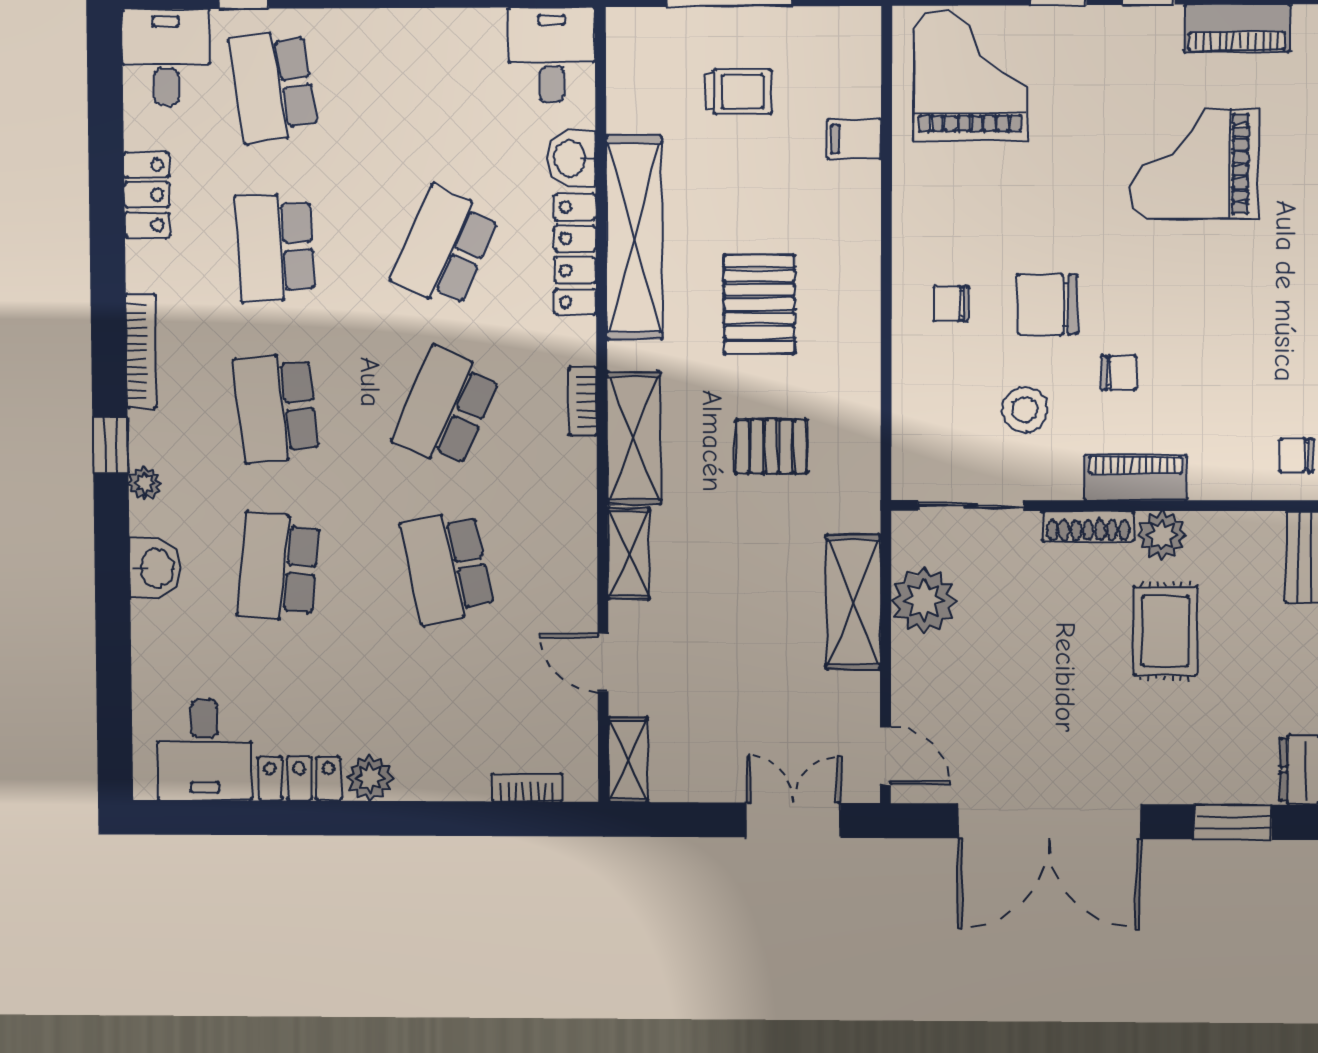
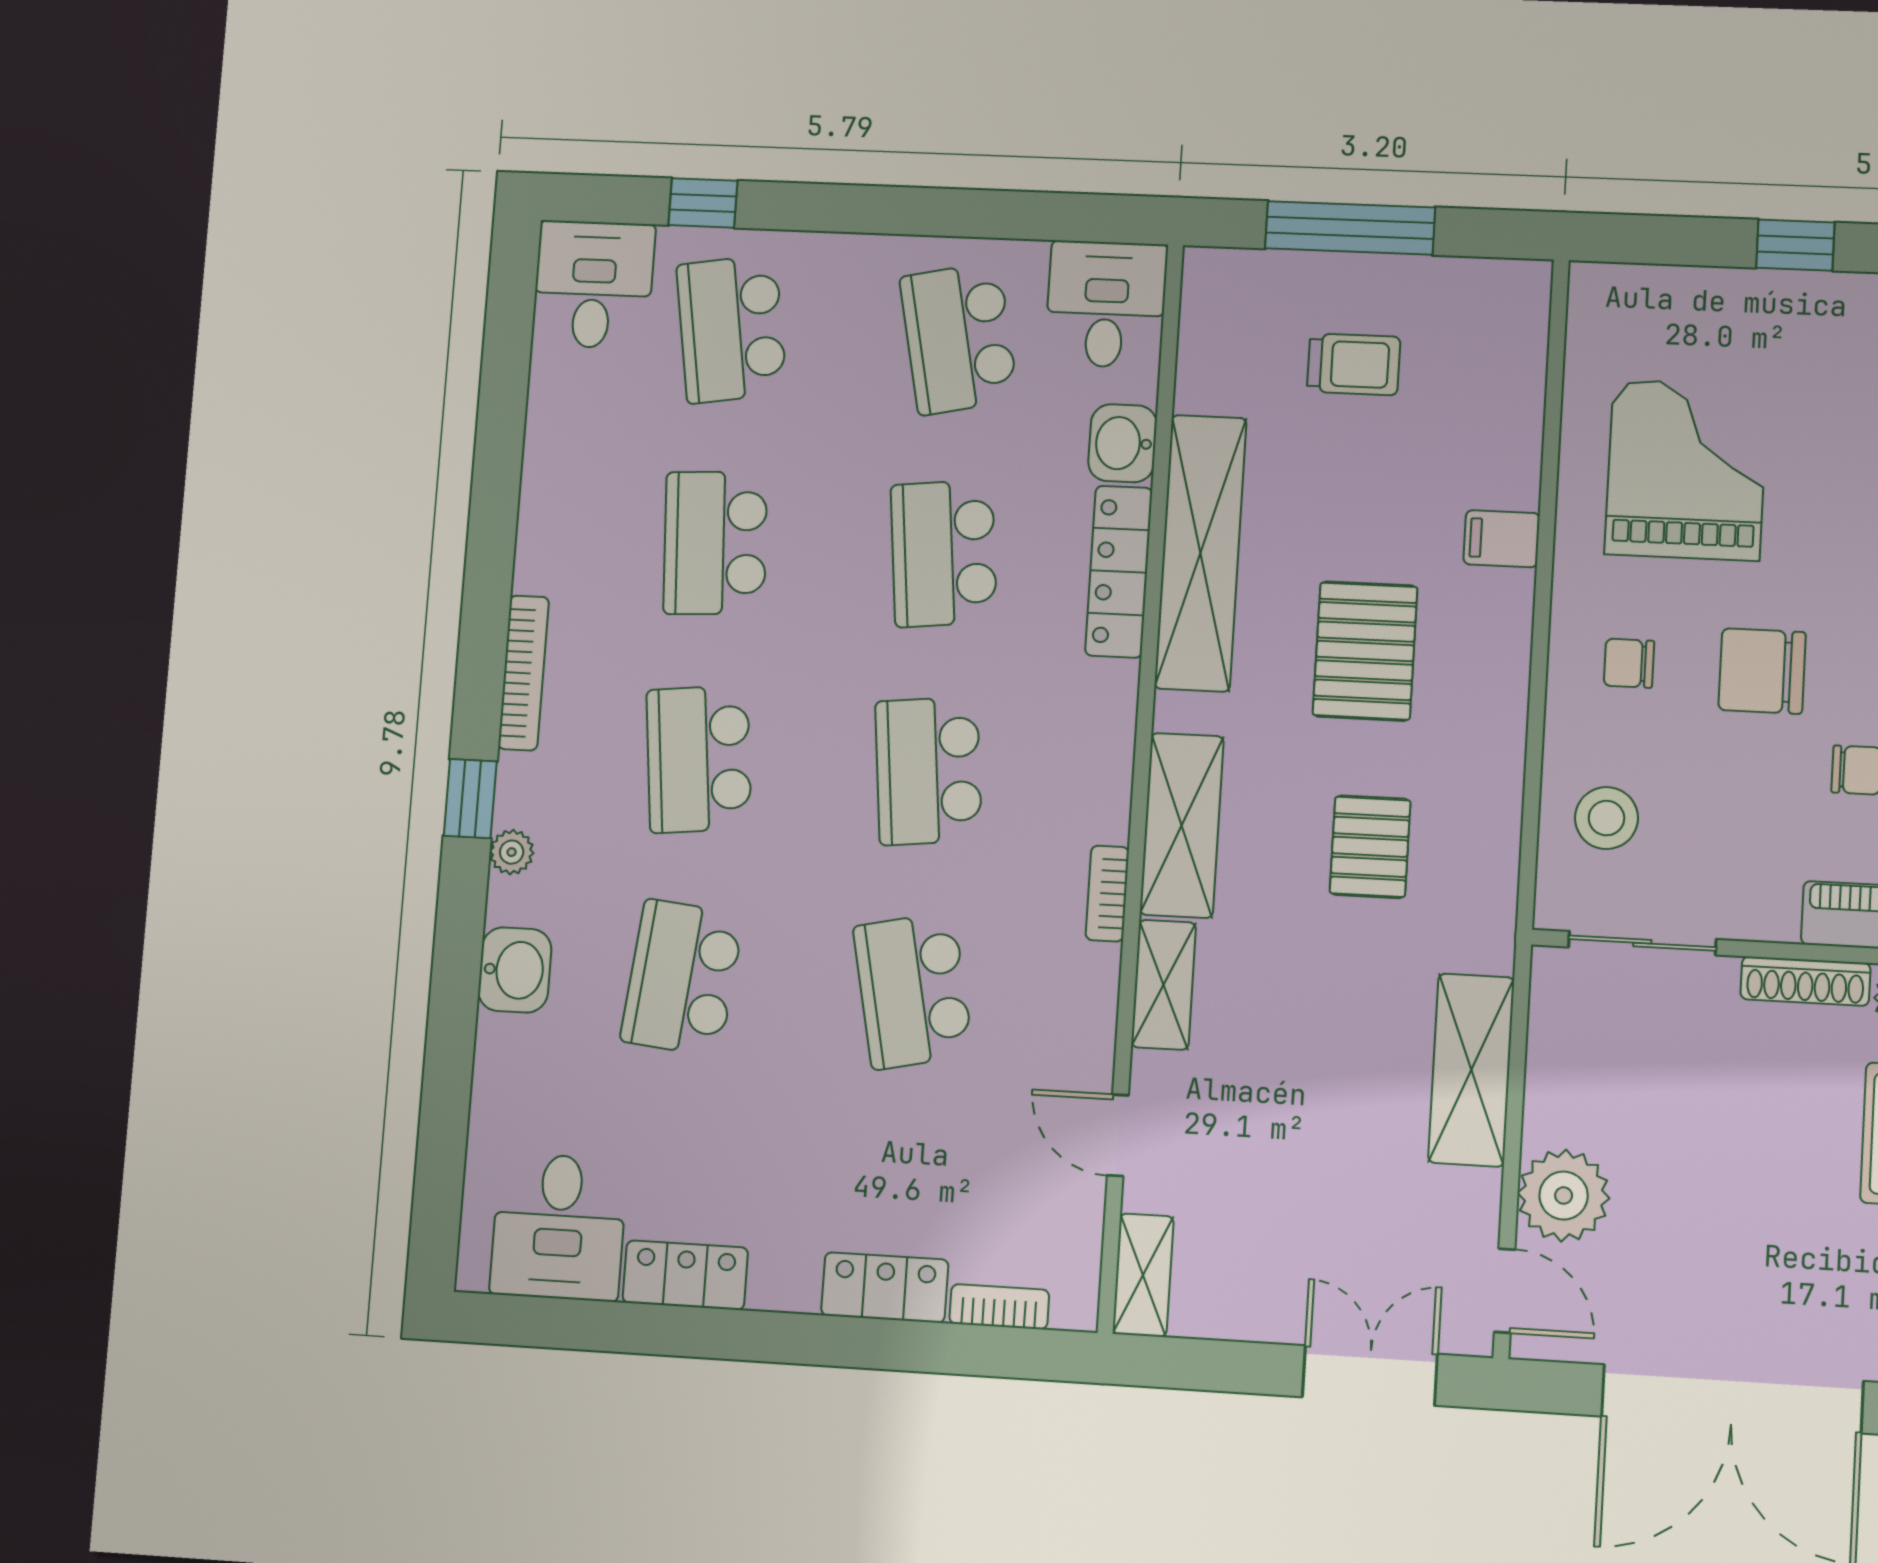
grand piano: (970, 76) -> (1686, 470), moved
school desk: (444, 85) -> (959, 338), added
filing cabinet: (854, 139) -> (1502, 539), moved
locker: (147, 195) -> (885, 1287), moved, turned -90
school desk: (445, 247) -> (944, 553), turned -30
bookcase: (583, 402) -> (1107, 894), moved
school desk: (446, 408) -> (928, 771), turned -30
stool: (1025, 410) -> (1606, 818), moved
pallet: (771, 446) -> (1370, 847), turned 90
plant: (924, 601) -> (1564, 1196), moved
plant: (370, 778) -> (783, 1280), removed

